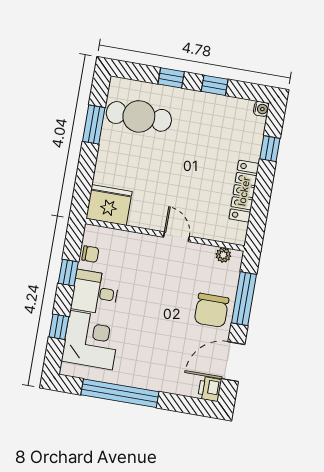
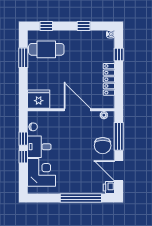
window: (171, 78) -> (46, 26), moved
door: (176, 237) -> (77, 110), width x1.88
window: (59, 327) -> (23, 157), moved
door: (233, 362) -> (119, 171), hinge flipped
window: (120, 393) -> (81, 198), moved

